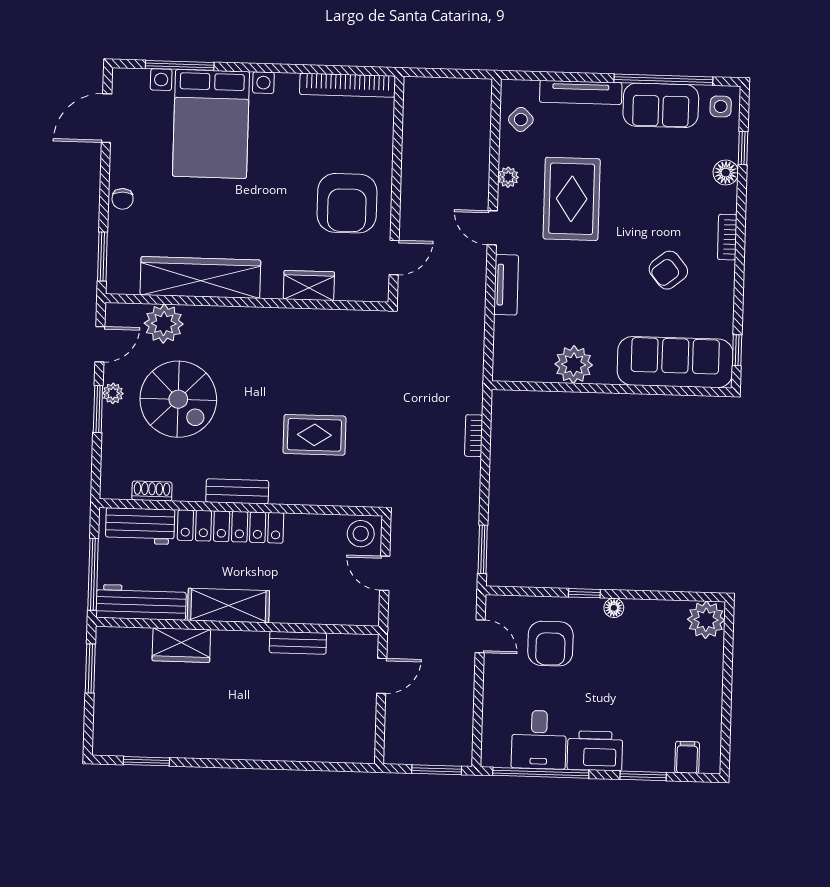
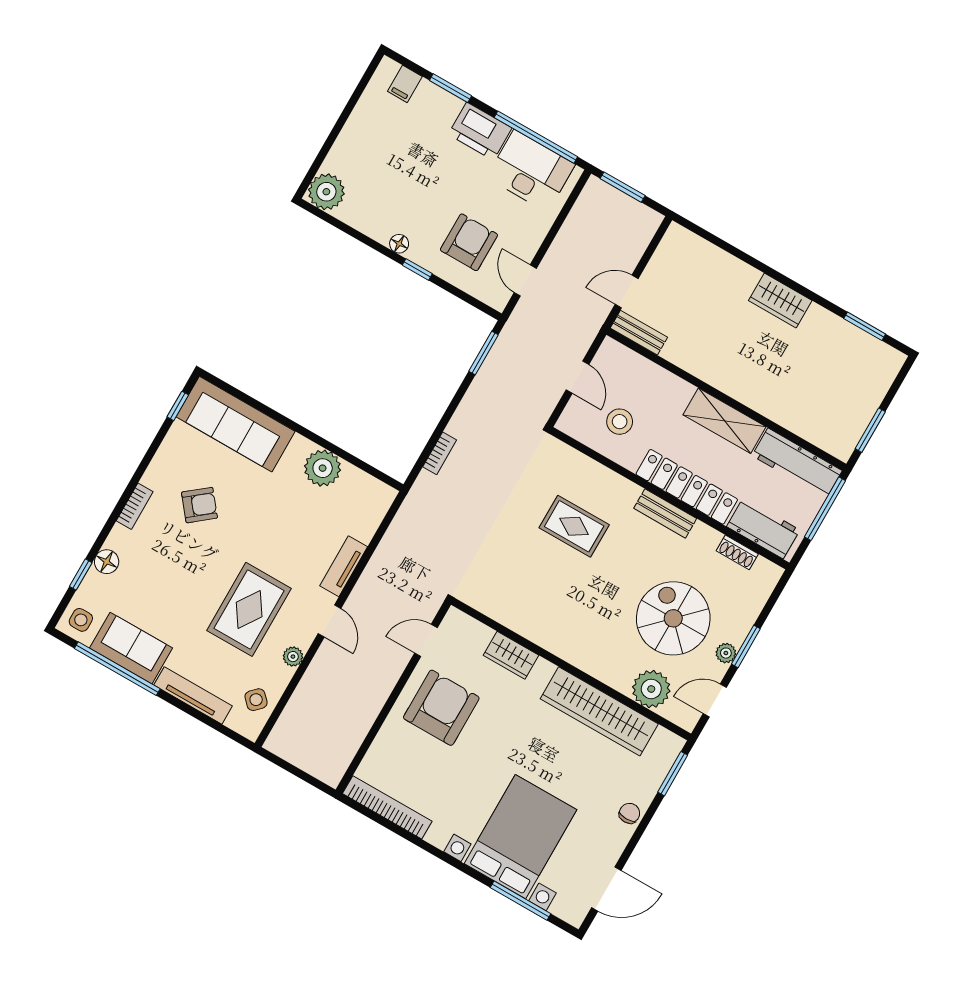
stool: (361, 534) -> (620, 422), moved
bench: (298, 643) -> (639, 333), moved
wardrobe: (181, 645) -> (780, 301), moved, turned 180
desk: (539, 740) -> (531, 171), width x1.37

